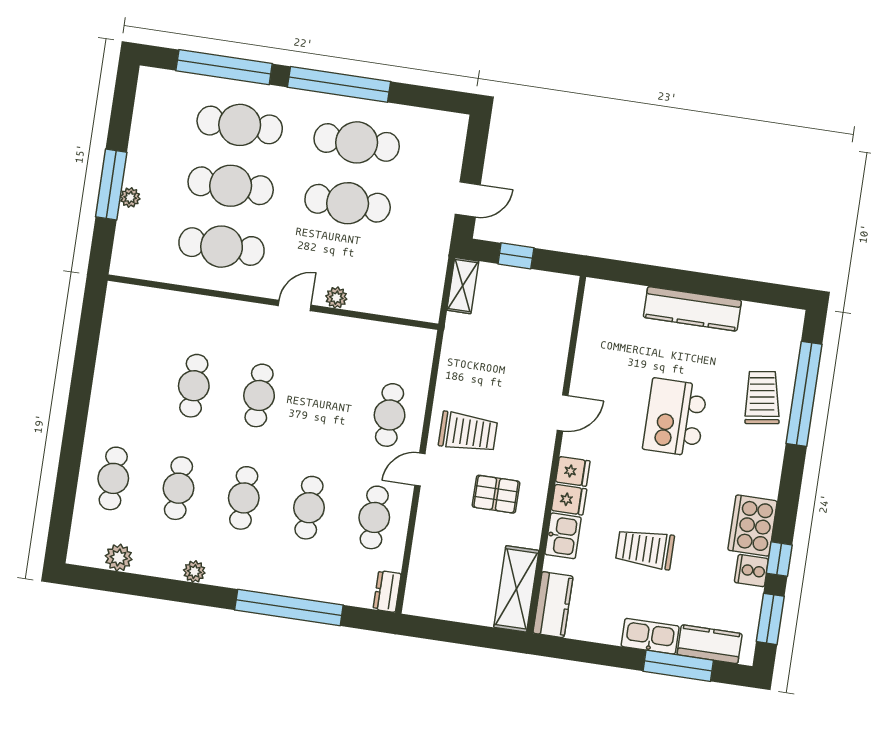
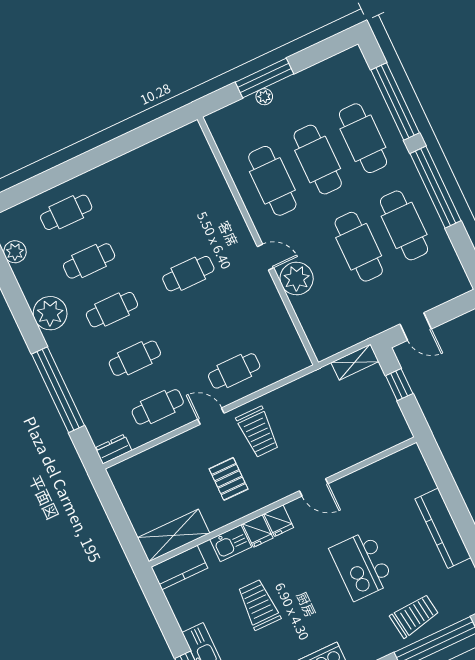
plant: (336, 298) -> (297, 279), width x1.87, depth x1.87
cafe table: (194, 386) -> (165, 225), removed
kitchen island: (675, 417) -> (362, 566), turned -90
plant: (194, 572) -> (50, 313), width x1.88, depth x1.88

